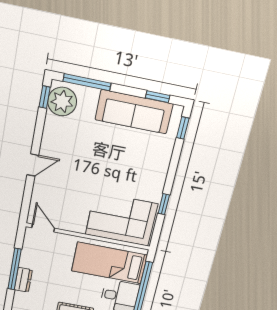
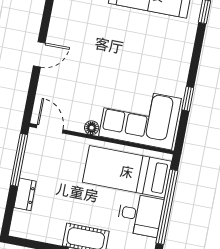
floor lamp: (79, 227) -> (92, 128), added
window: (14, 269) -> (19, 160), moved

